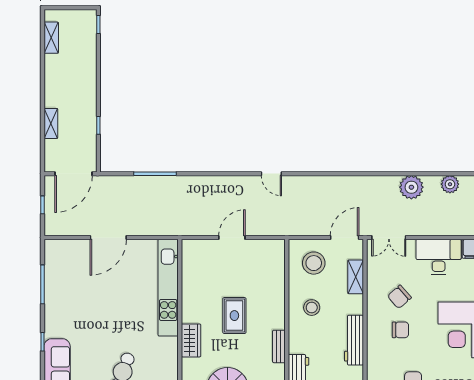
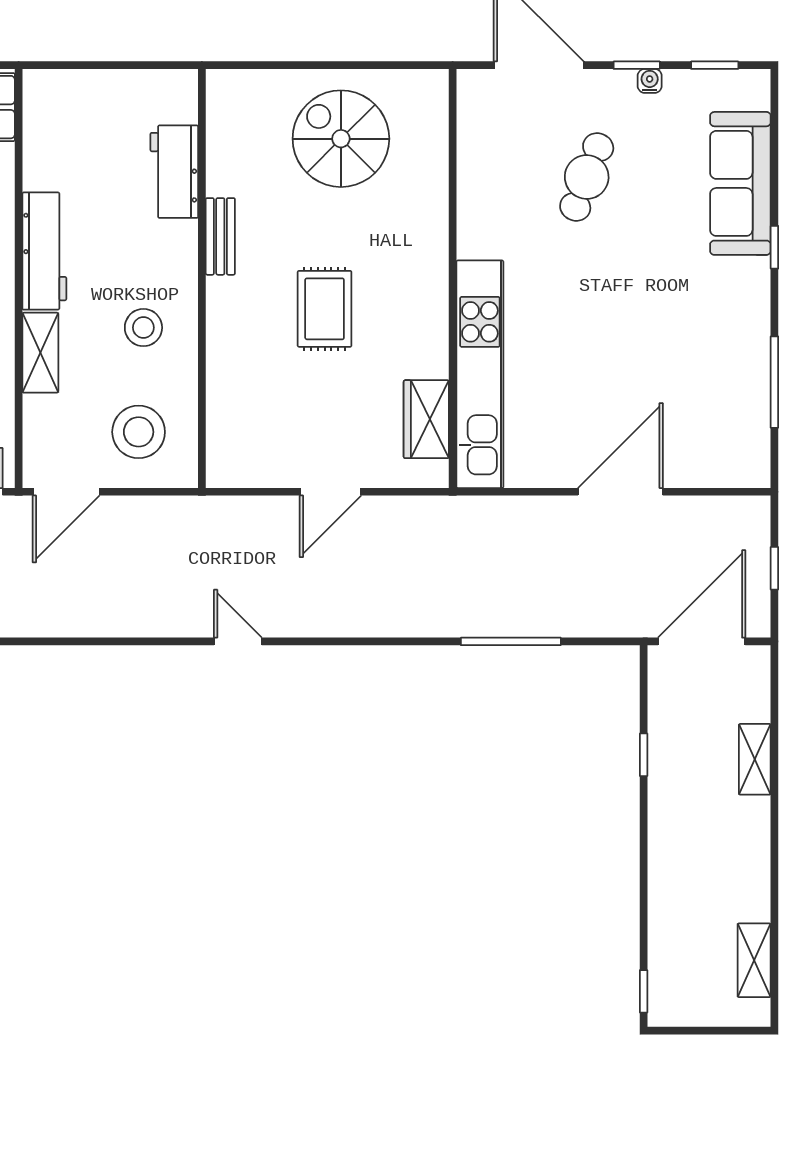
shelving: (356, 277) -> (40, 353), moved
wardrobe: (191, 340) -> (426, 419), moved

